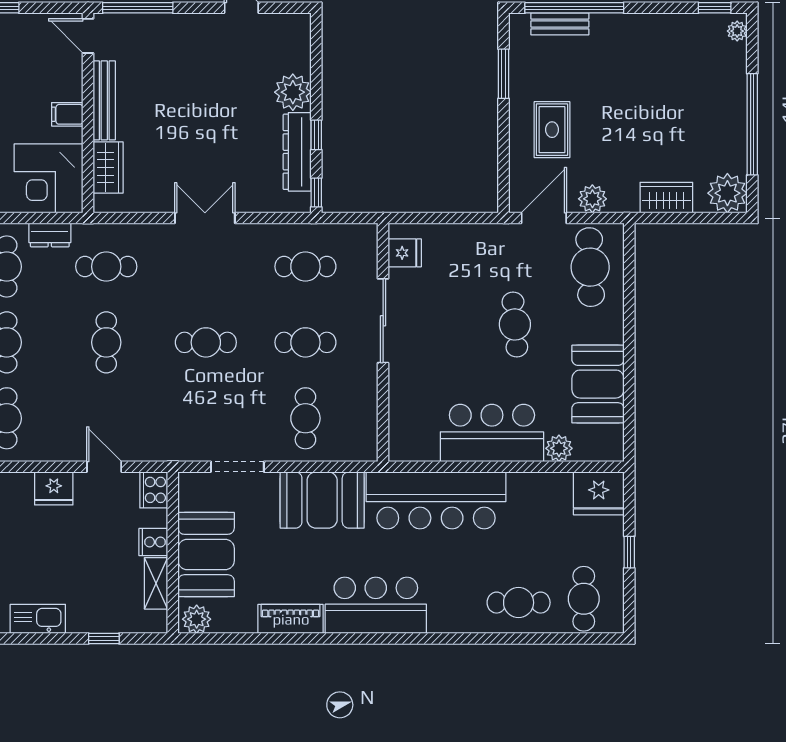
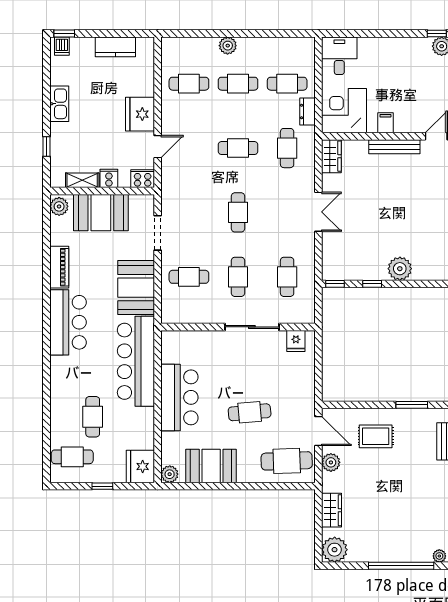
window: (752, 124) -> (401, 566), moved
dresser: (297, 152) -> (361, 272), removed
wardrobe: (108, 168) -> (331, 156), moved, turned -90
plant: (559, 448) -> (170, 474), moved
fridge: (54, 488) -> (140, 114), width x1.36, depth x1.34
cafe table: (519, 603) -> (93, 417), moved

